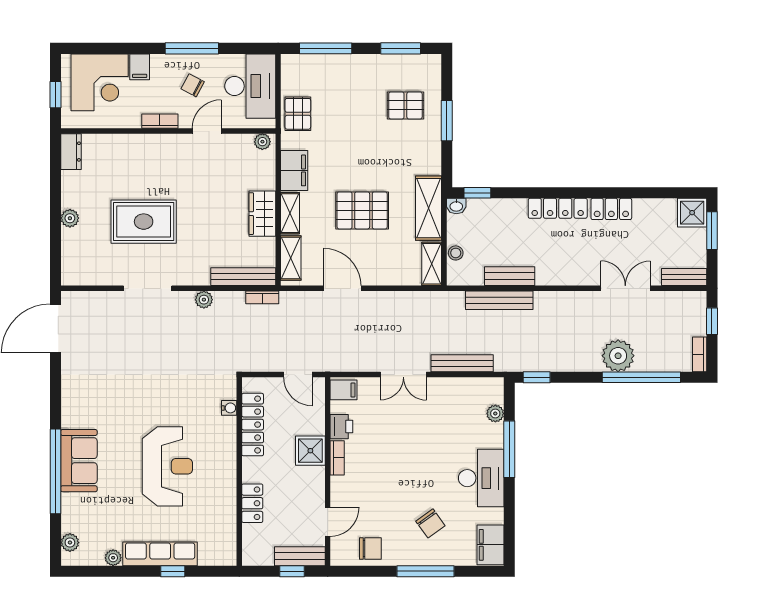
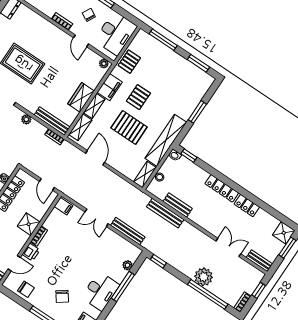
pallet: (405, 105) -> (138, 97), moved, turned 90
door: (207, 131) -> (81, 41), swing flipped
shelving: (429, 208) -> (166, 140), width x1.47
printer: (341, 427) -> (31, 252), moved

